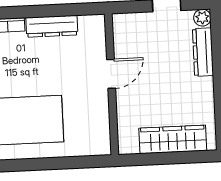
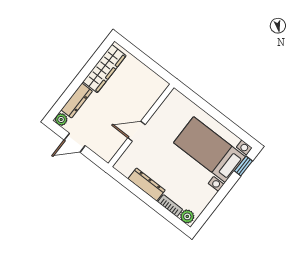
wardrobe: (173, 139) -> (104, 69), moved, turned -90

